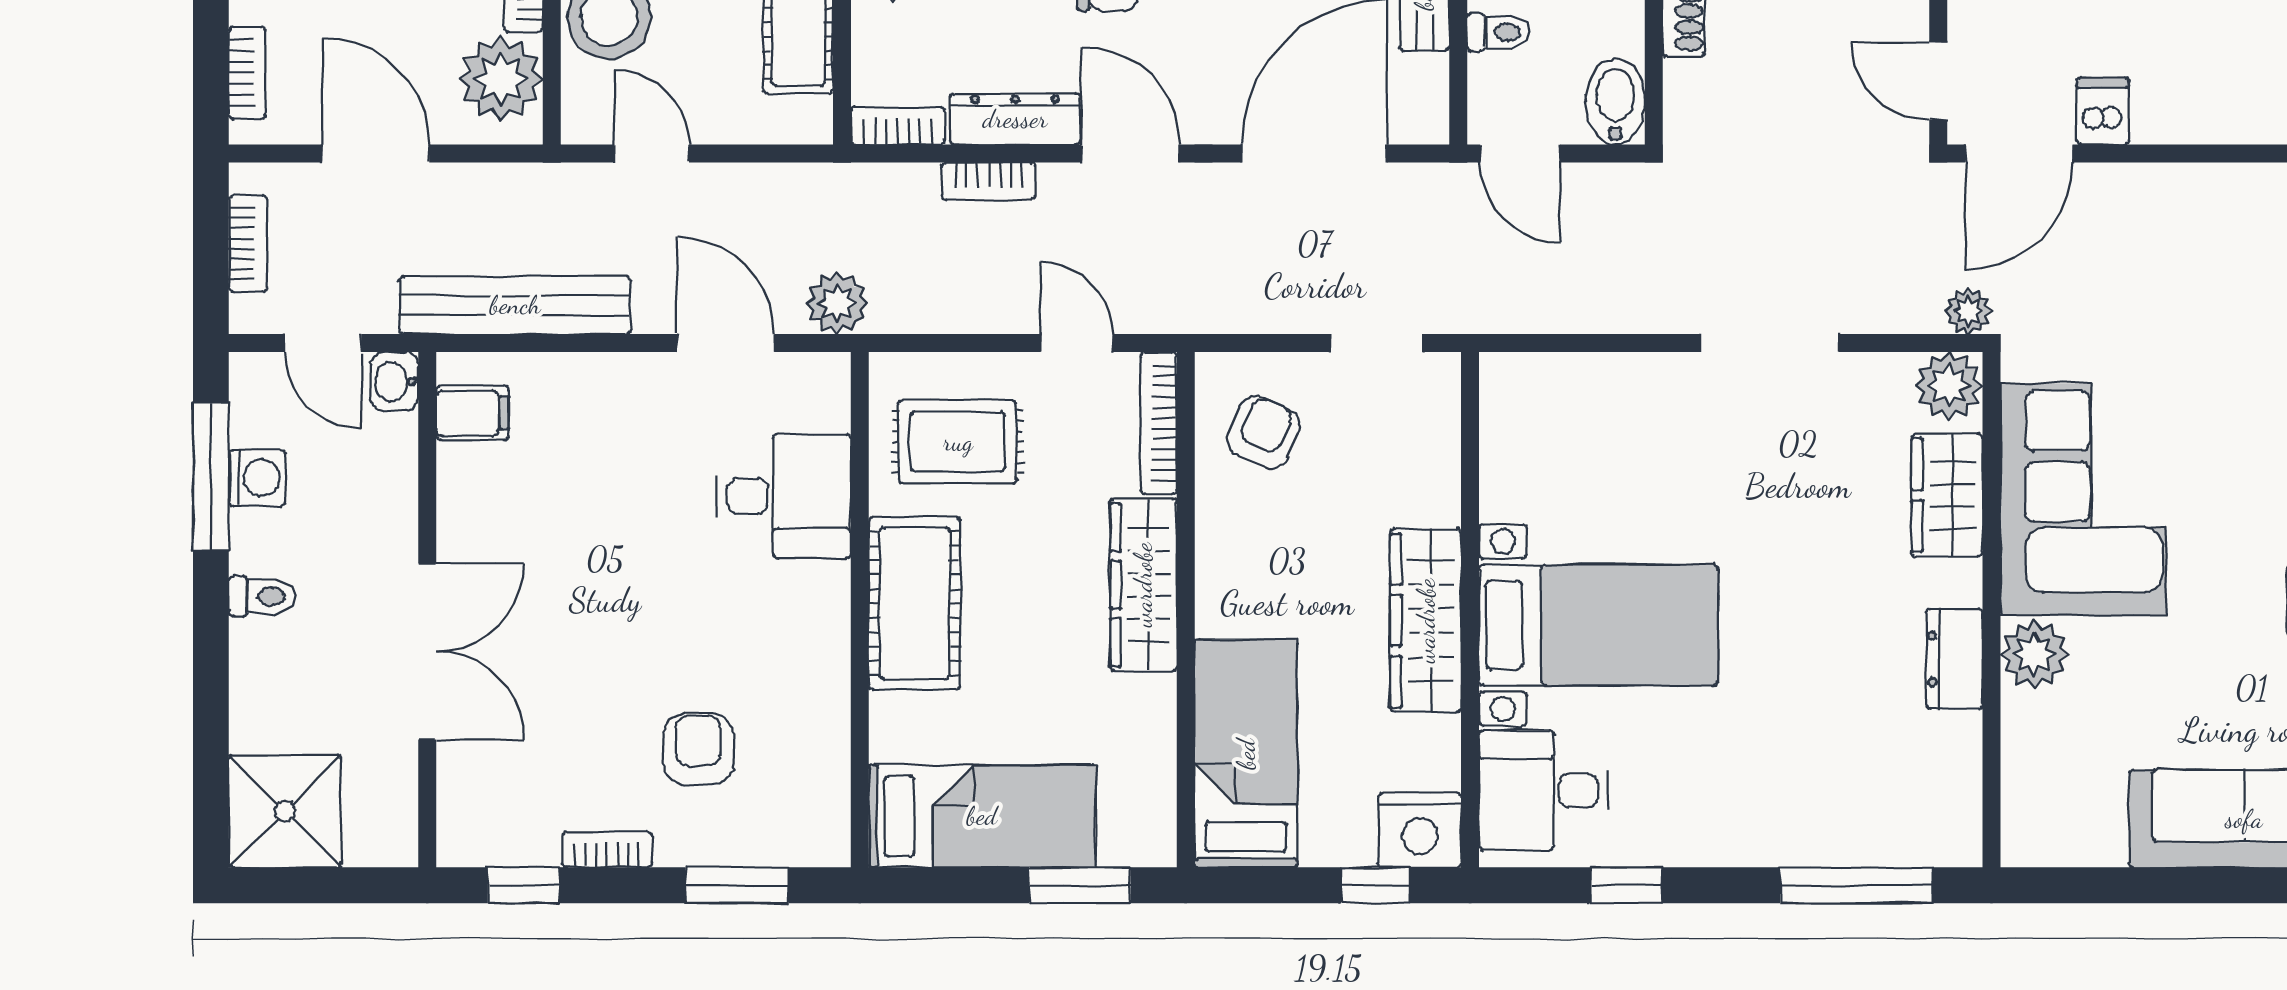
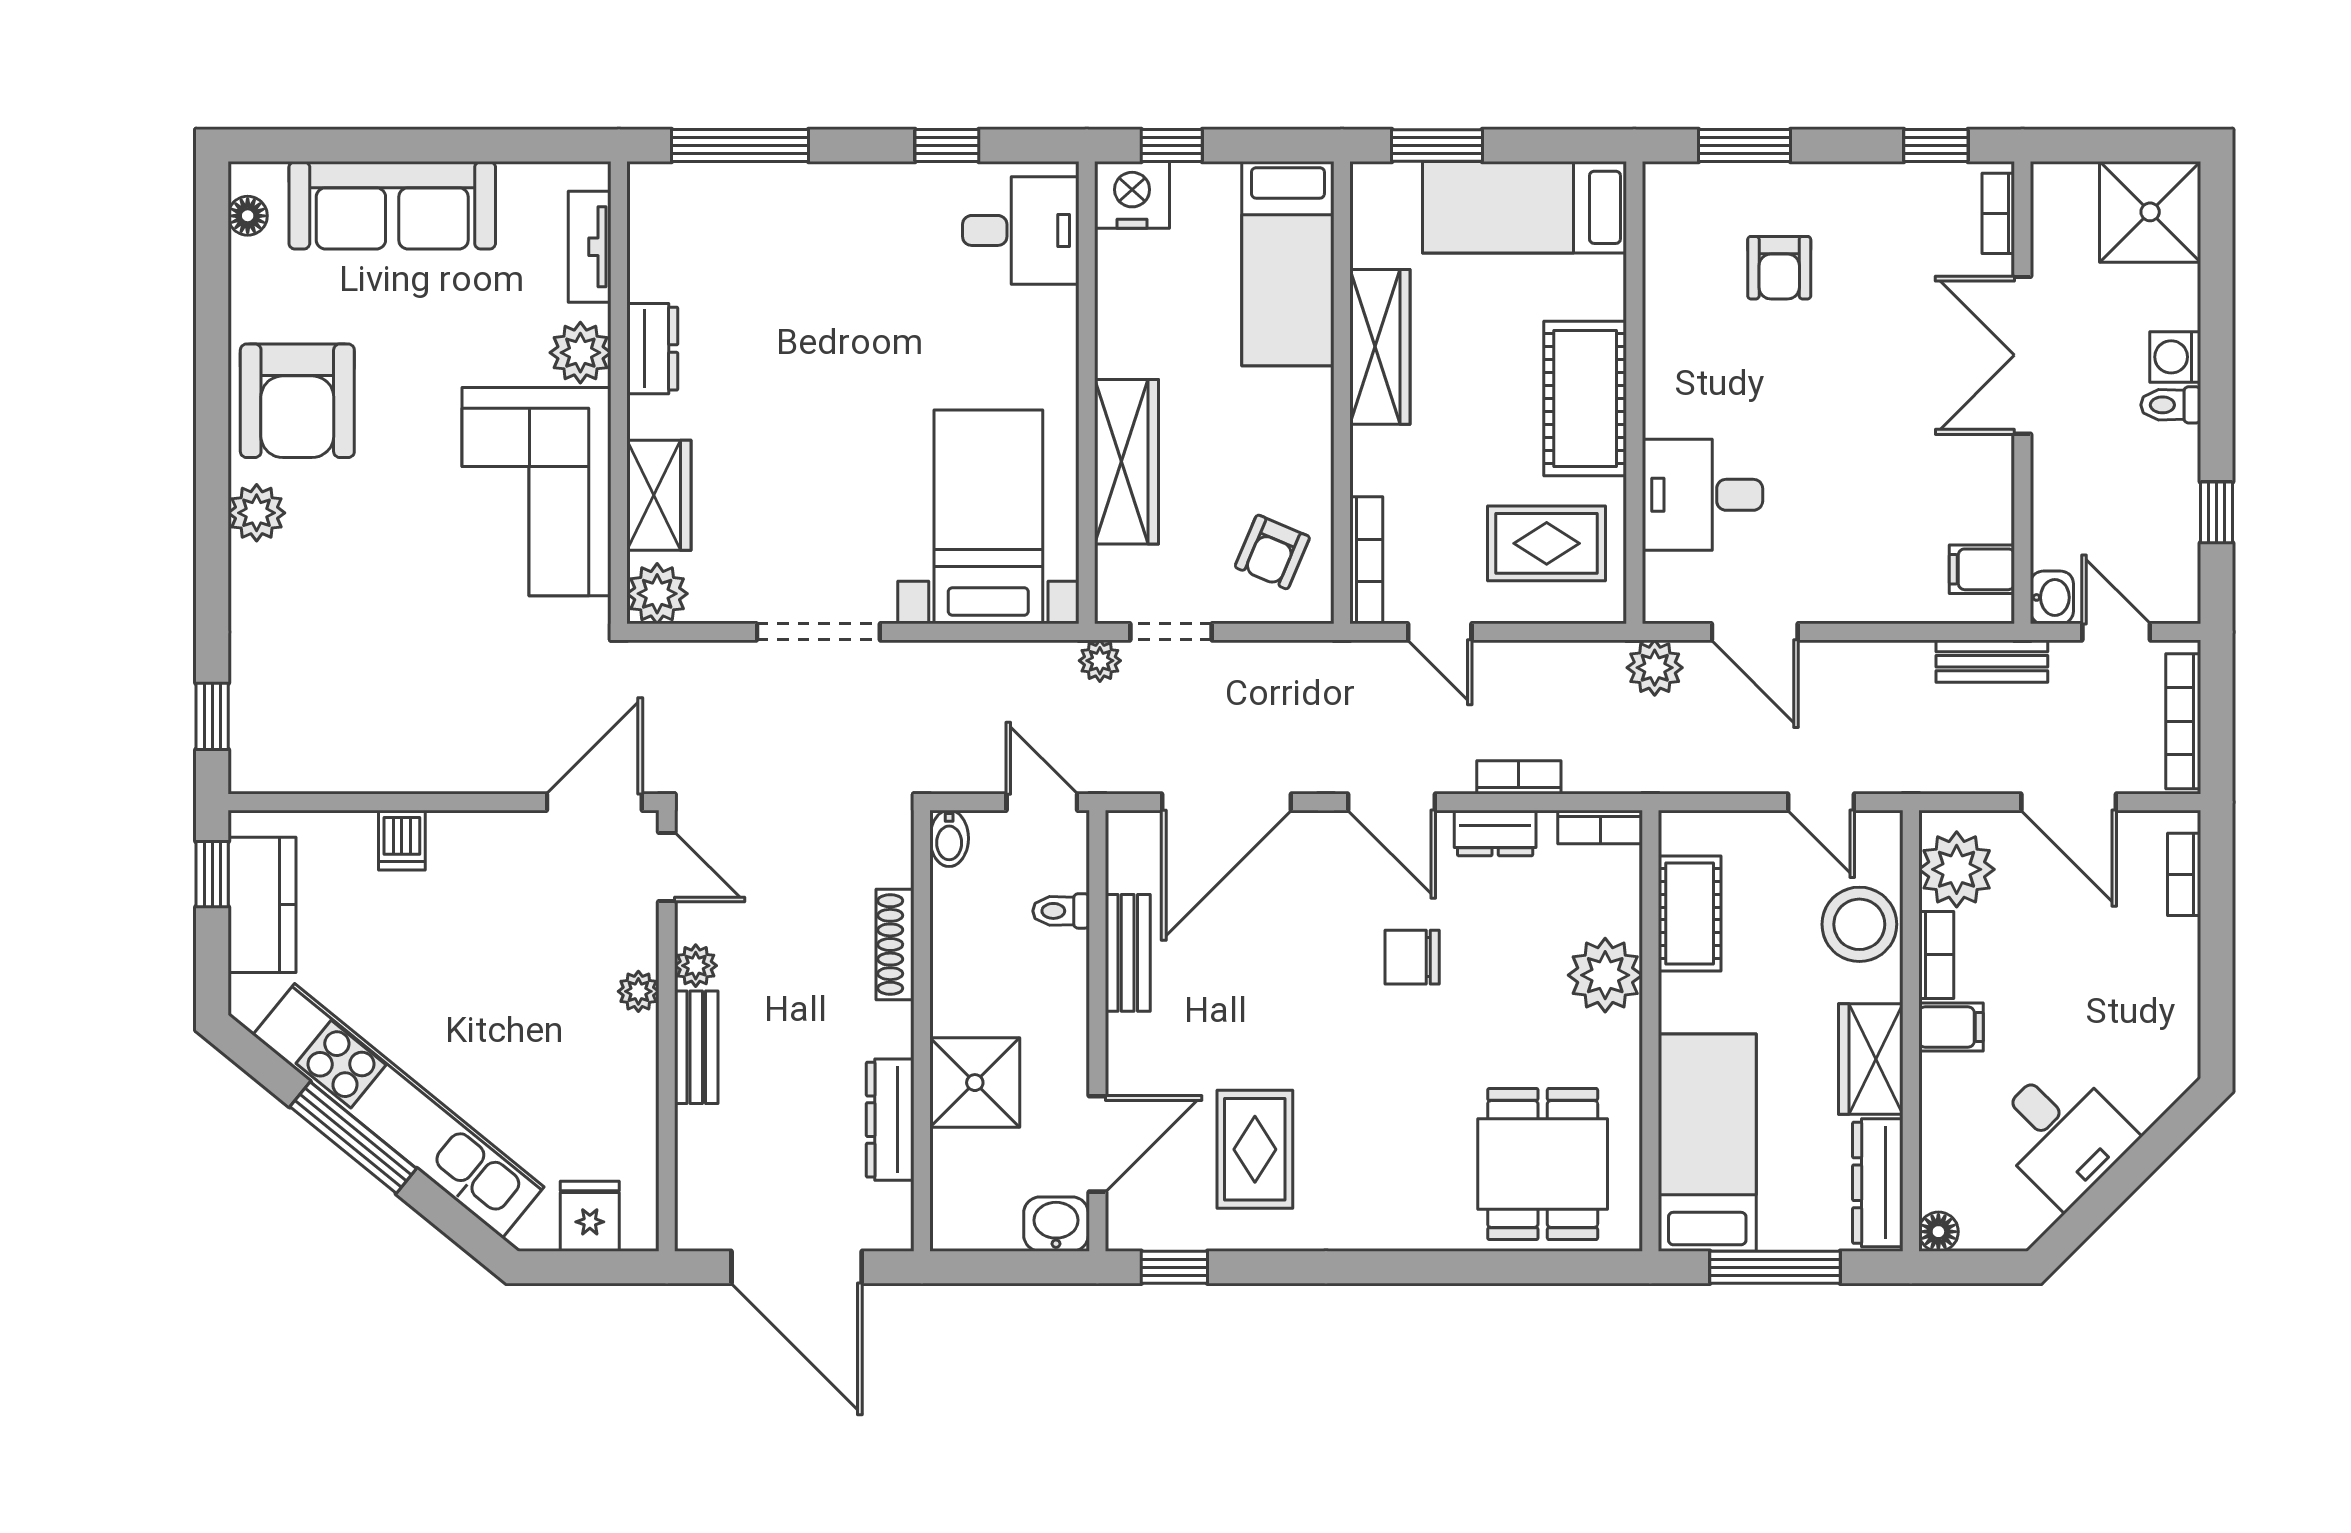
bidet: (1615, 102) -> (949, 838), width x0.72, depth x0.74
dishwasher: (2103, 111) -> (402, 840), moved
dresser: (1015, 119) -> (1495, 833), width x0.70
bookcase: (248, 244) -> (2183, 721), width x1.56
bench: (515, 305) -> (1992, 661), width x0.54, depth x0.82
plant: (1968, 311) -> (1100, 661), moved
window: (211, 476) -> (2217, 512), width x0.46
washing machine: (257, 478) -> (2175, 357), moved
wardrobe: (1143, 585) -> (1380, 347), moved
wardrobe: (1426, 621) -> (1127, 462), moved
bed with nightstands: (1598, 625) -> (988, 517), moved, turned 90
tv unit: (2024, 772) -> (590, 247), added
bookcase: (607, 849) -> (1998, 213), moved, turned 90

